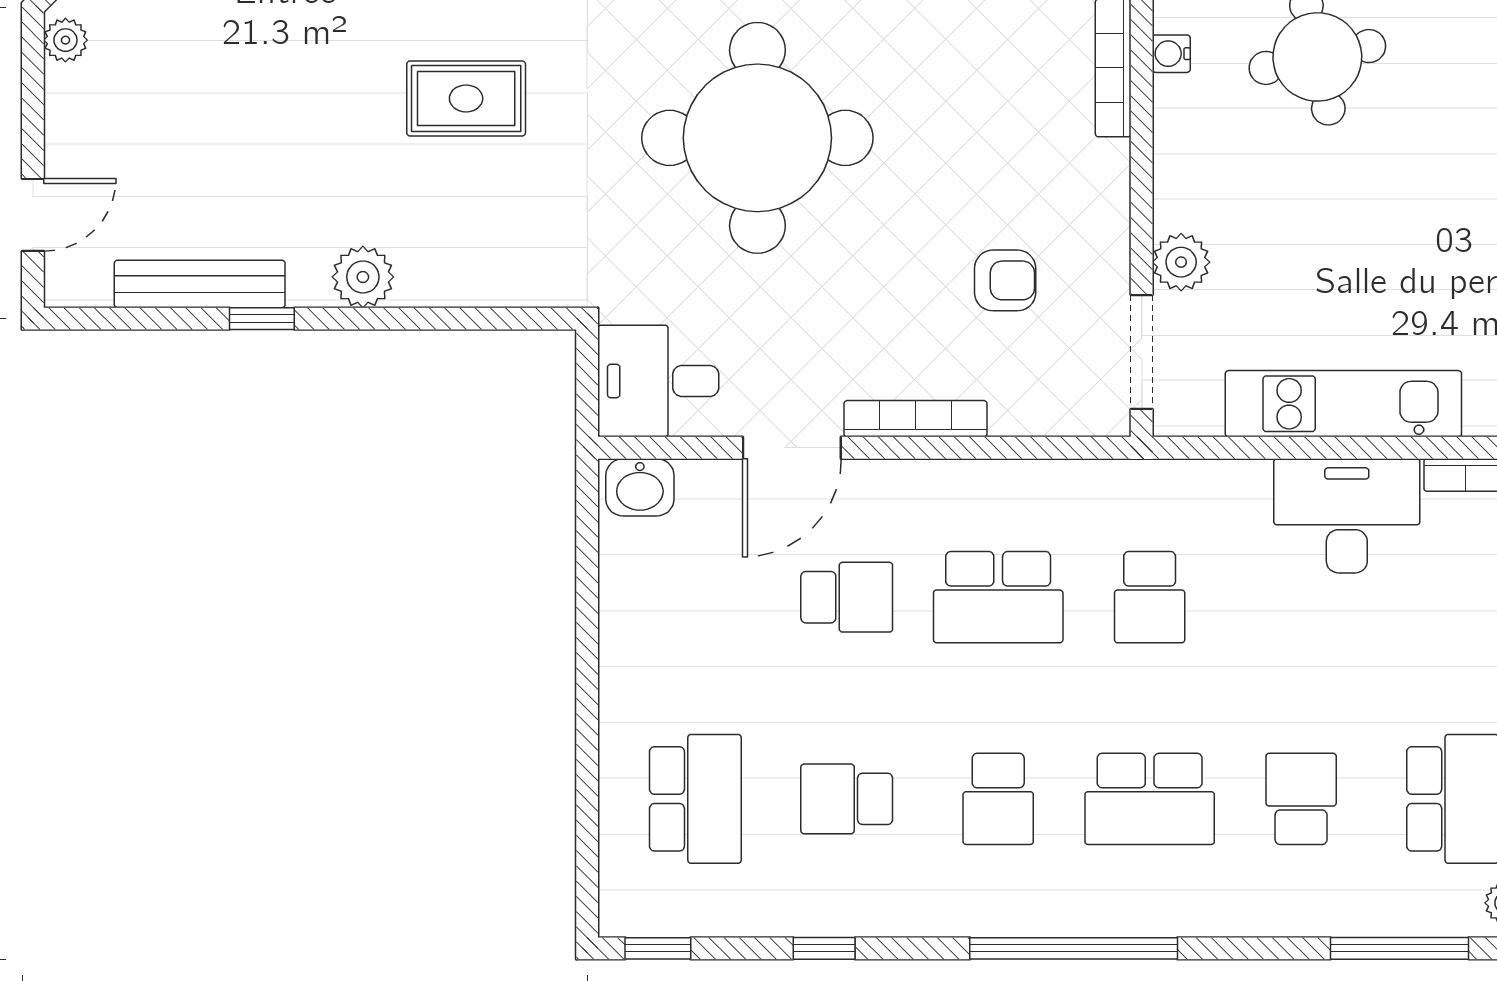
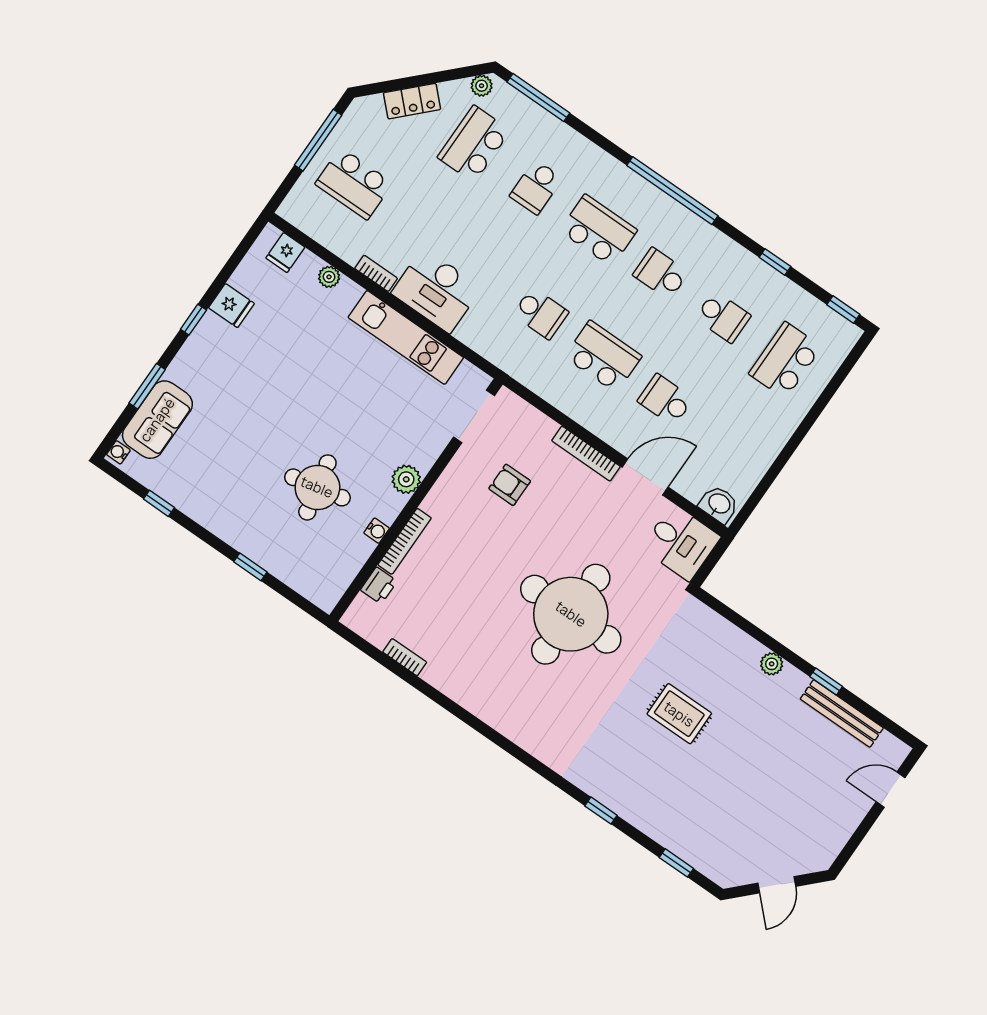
plant: (65, 40) -> (827, 852), removed
plant: (1181, 262) -> (406, 479), moved
plant: (363, 277) -> (772, 664), width x0.73, depth x0.73
school desk: (1150, 597) -> (541, 313), turned 90
school desk: (998, 799) -> (661, 274), turned -90

